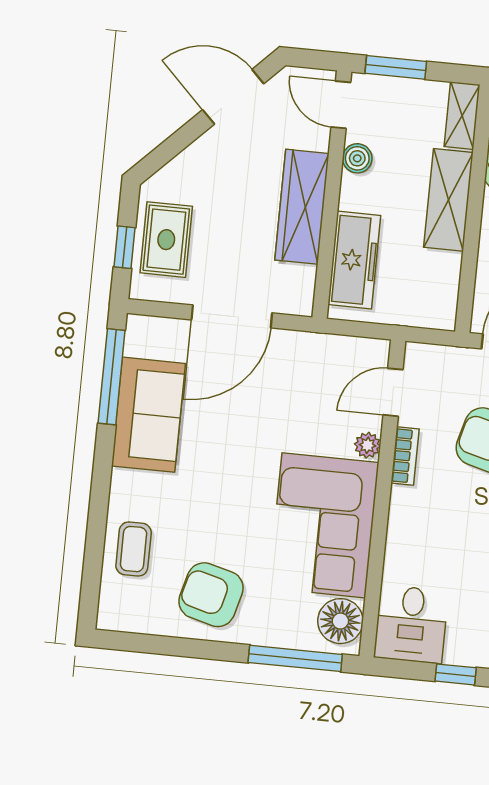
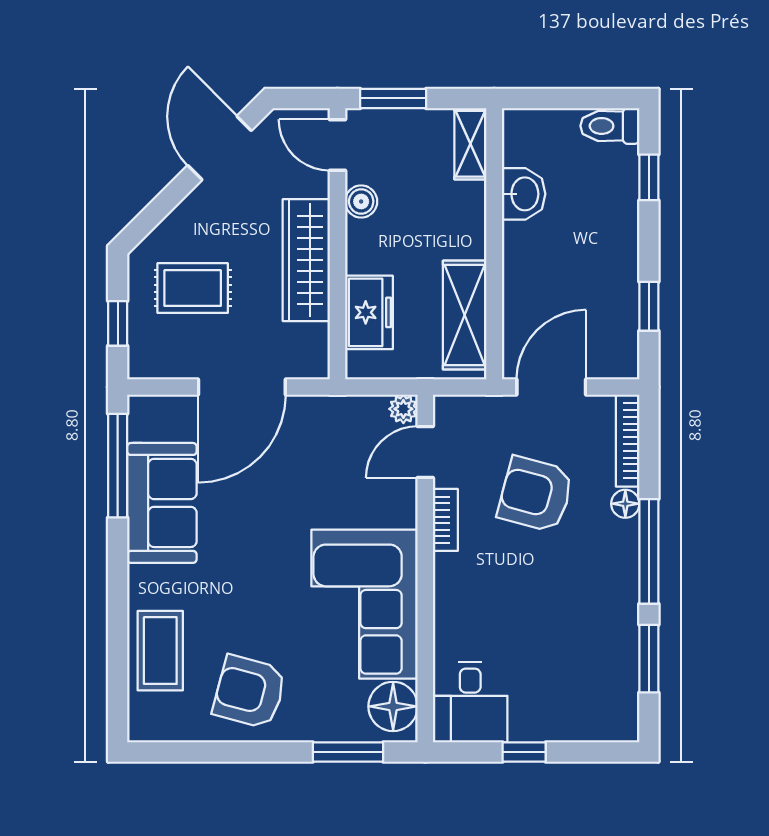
door: (233, 97) -> (220, 148), hinge flipped
shelving: (448, 200) -> (465, 315), moved
rug: (166, 240) -> (193, 288), moved, turned 90
freezer: (354, 260) -> (369, 312), width x0.71
plant: (367, 445) -> (403, 409), moved
coffee table: (134, 549) -> (160, 651), width x1.36, depth x1.30
window: (295, 658) -> (348, 752), width x0.69

